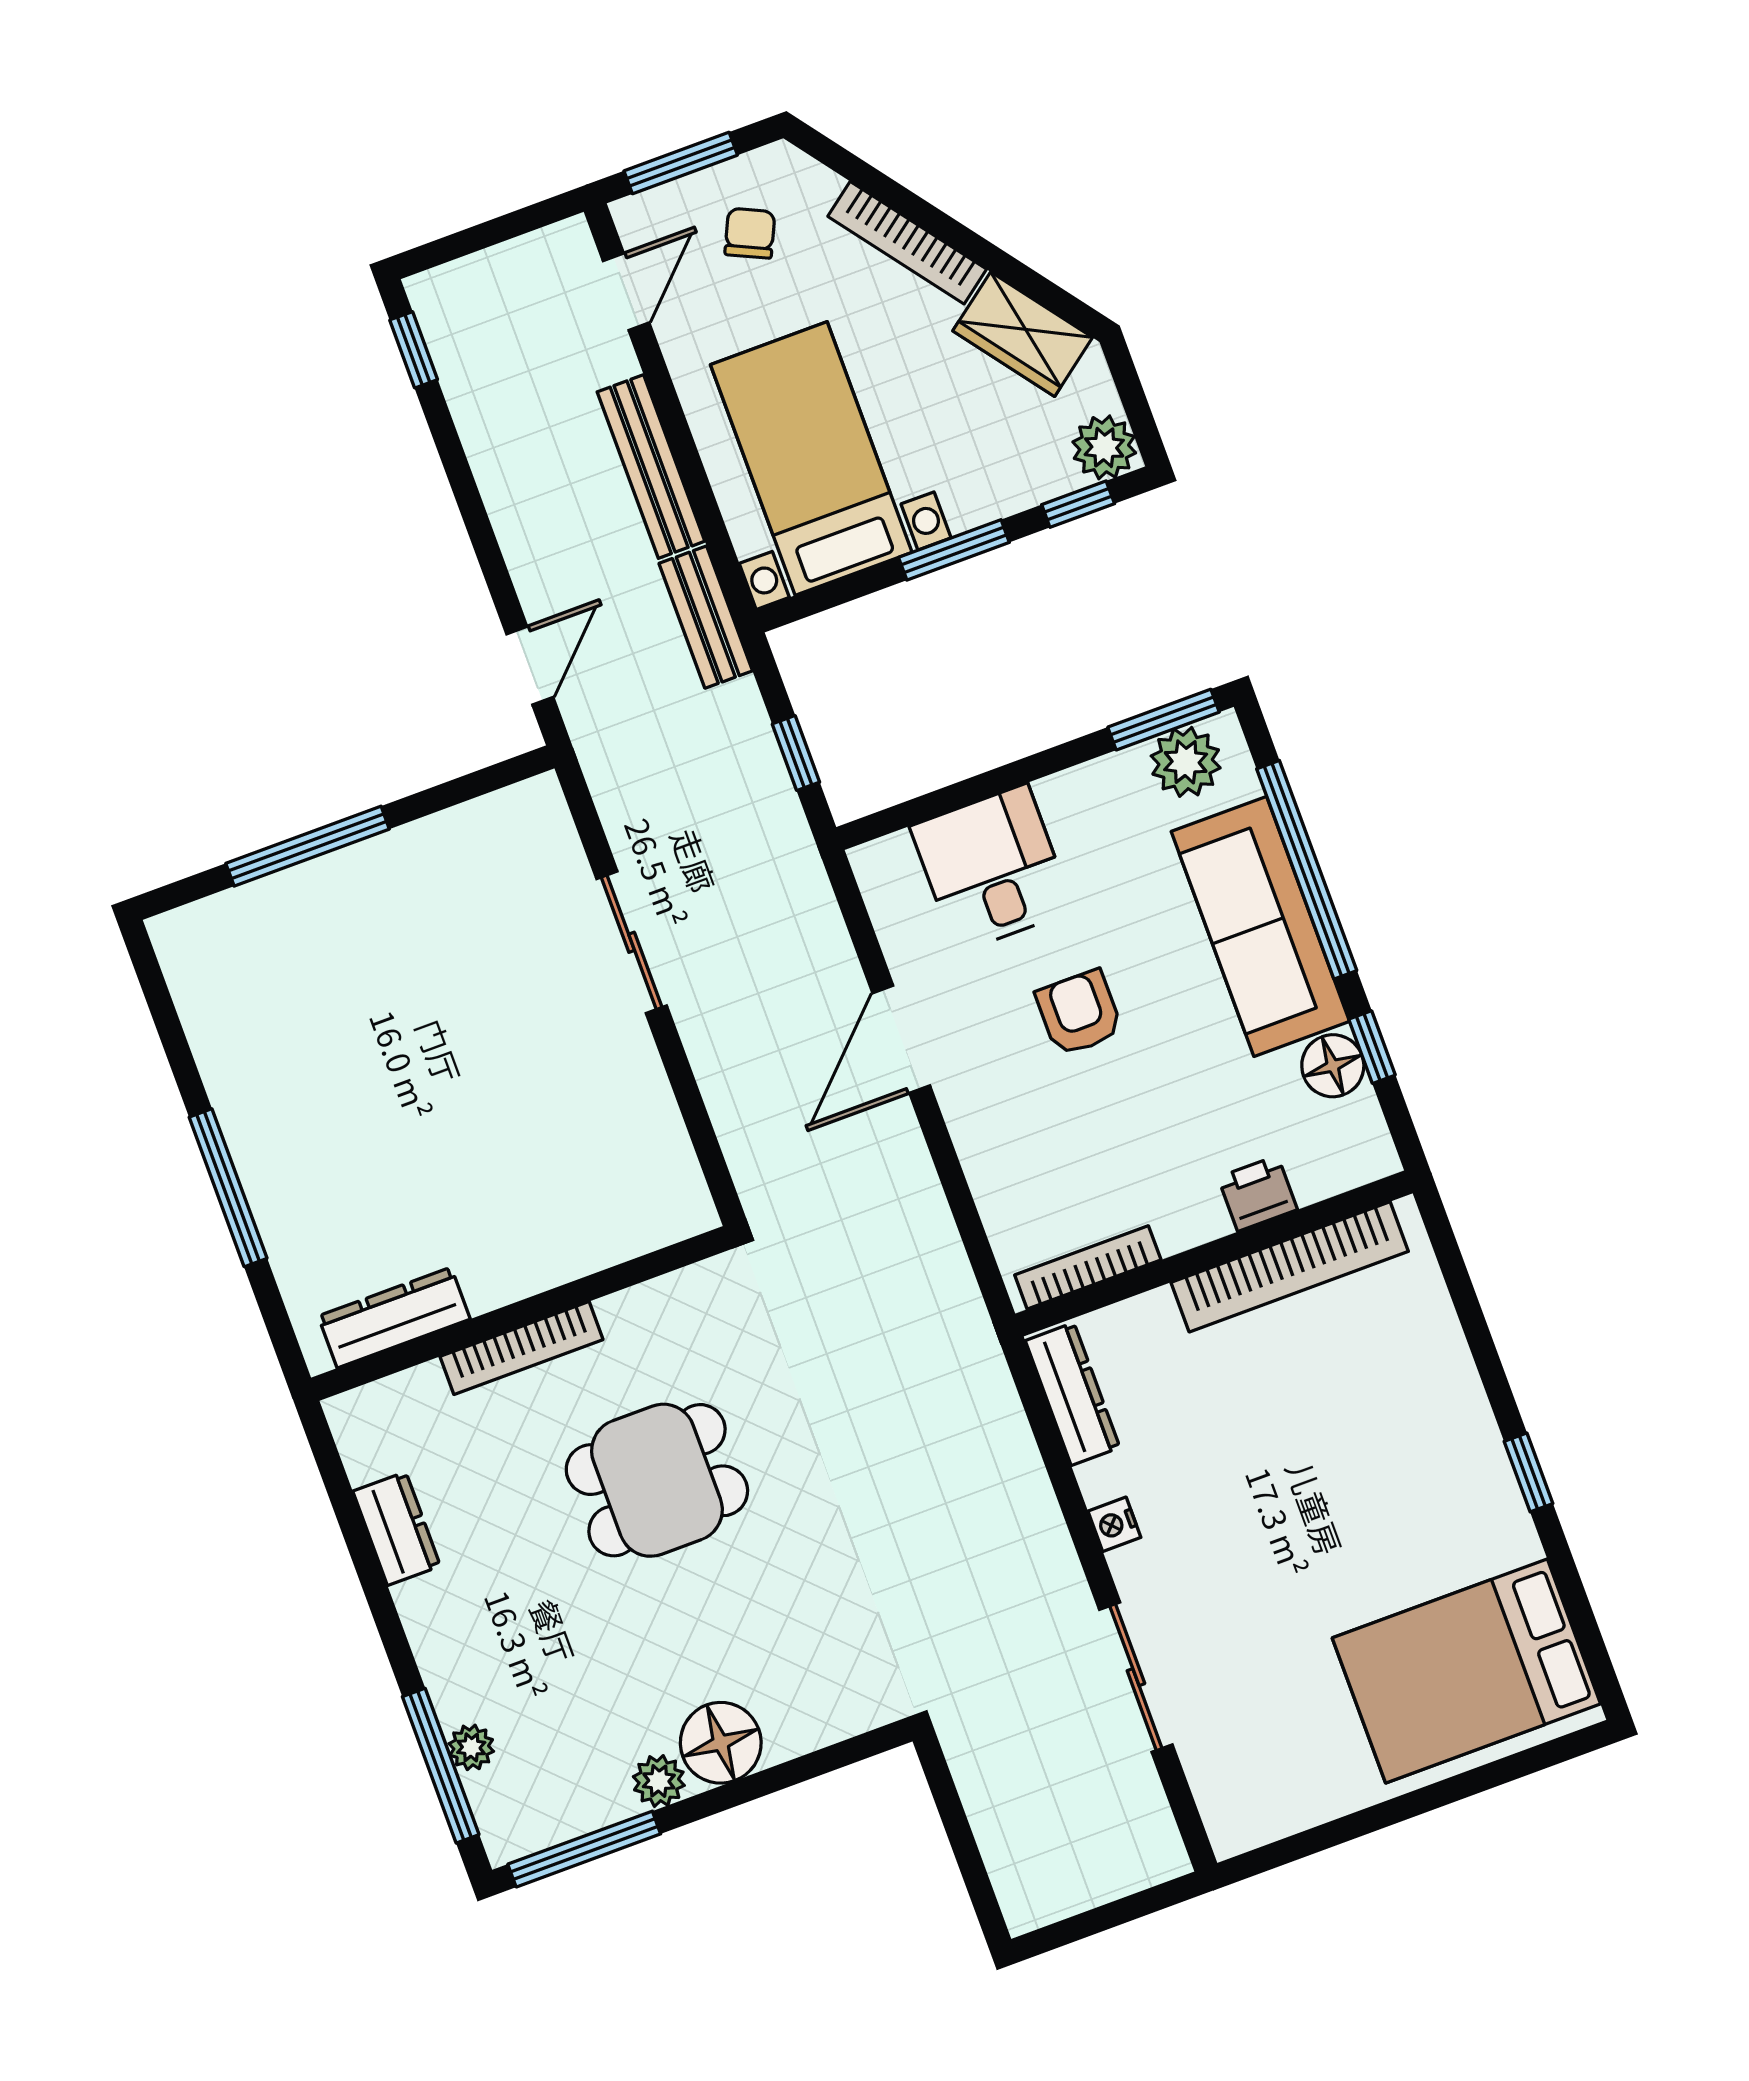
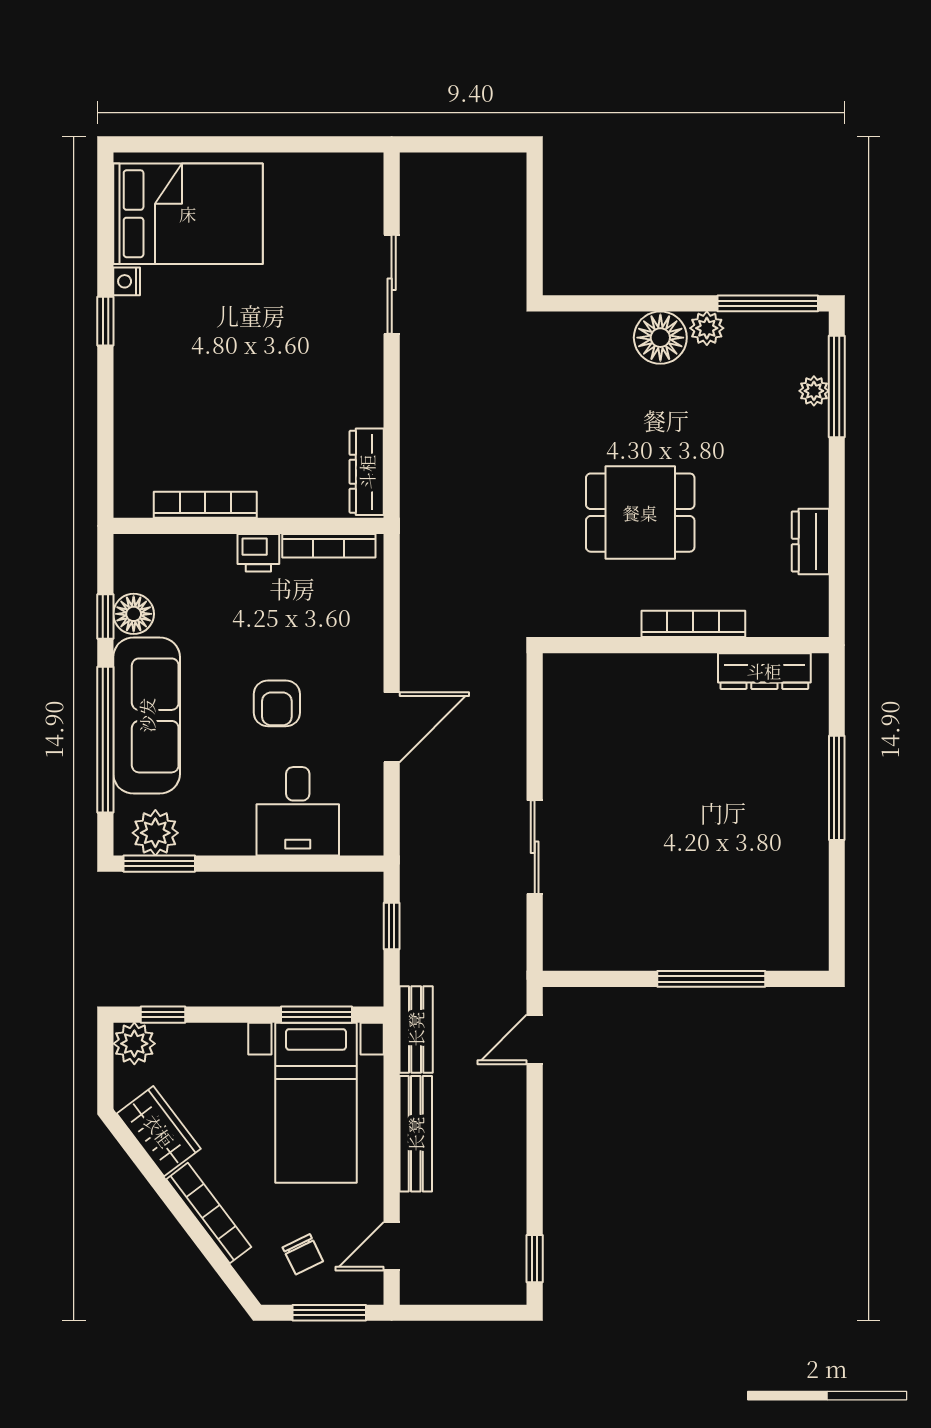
chair: (750, 233) -> (303, 1254), turned -51
window: (954, 550) -> (316, 1015), moved
printer: (1258, 1193) -> (258, 553), moved
bookcase: (1290, 1267) -> (205, 505), width x0.68, depth x0.76
nightstand: (1114, 1524) -> (127, 281), moved, turned 180

